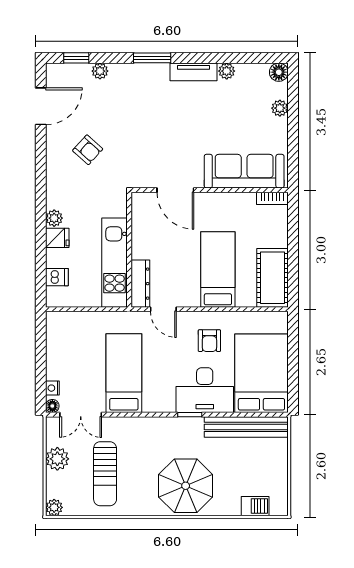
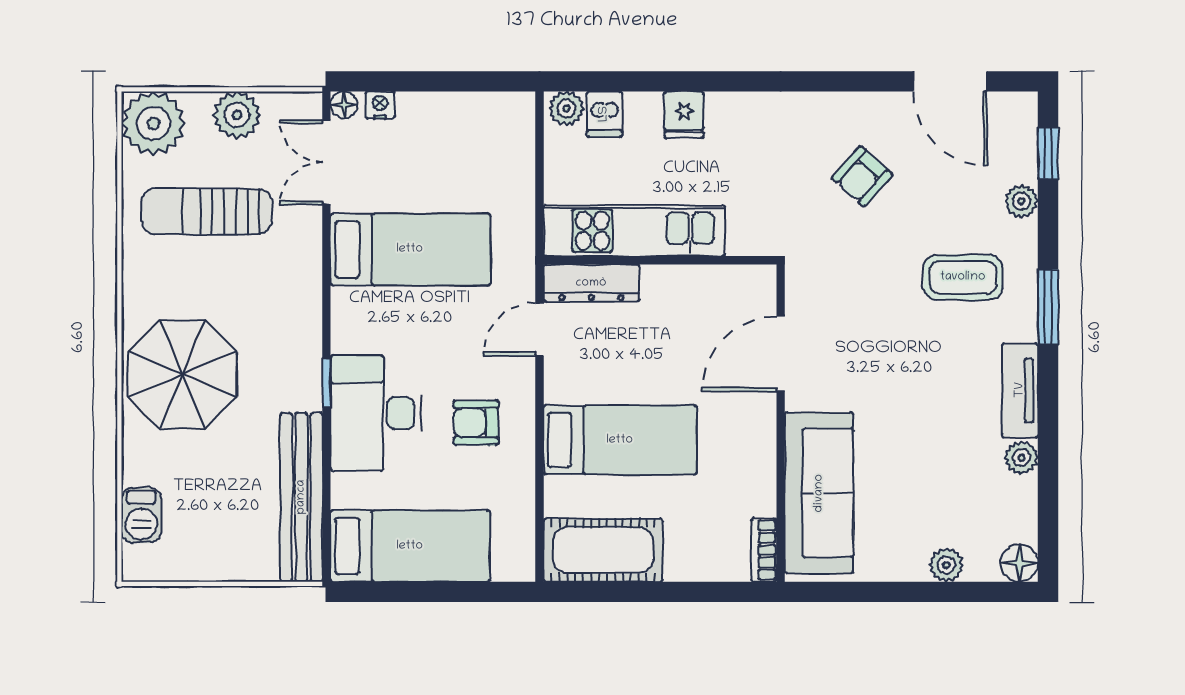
coffee table: (138, 100) -> (963, 277), added
plant: (54, 218) -> (566, 109), moved
bed: (261, 373) -> (410, 546), width x0.67
plant: (54, 507) -> (153, 123), width x1.88, depth x1.88

